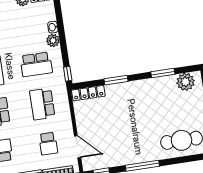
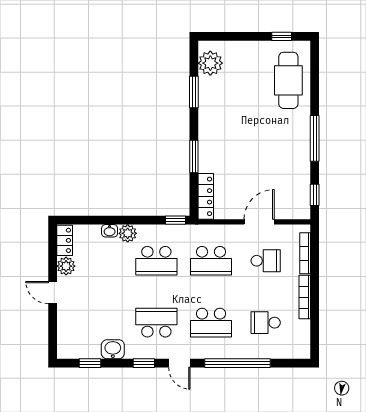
school desk: (36, 64) -> (156, 261), turned 90
door: (78, 147) -> (259, 222), moved

